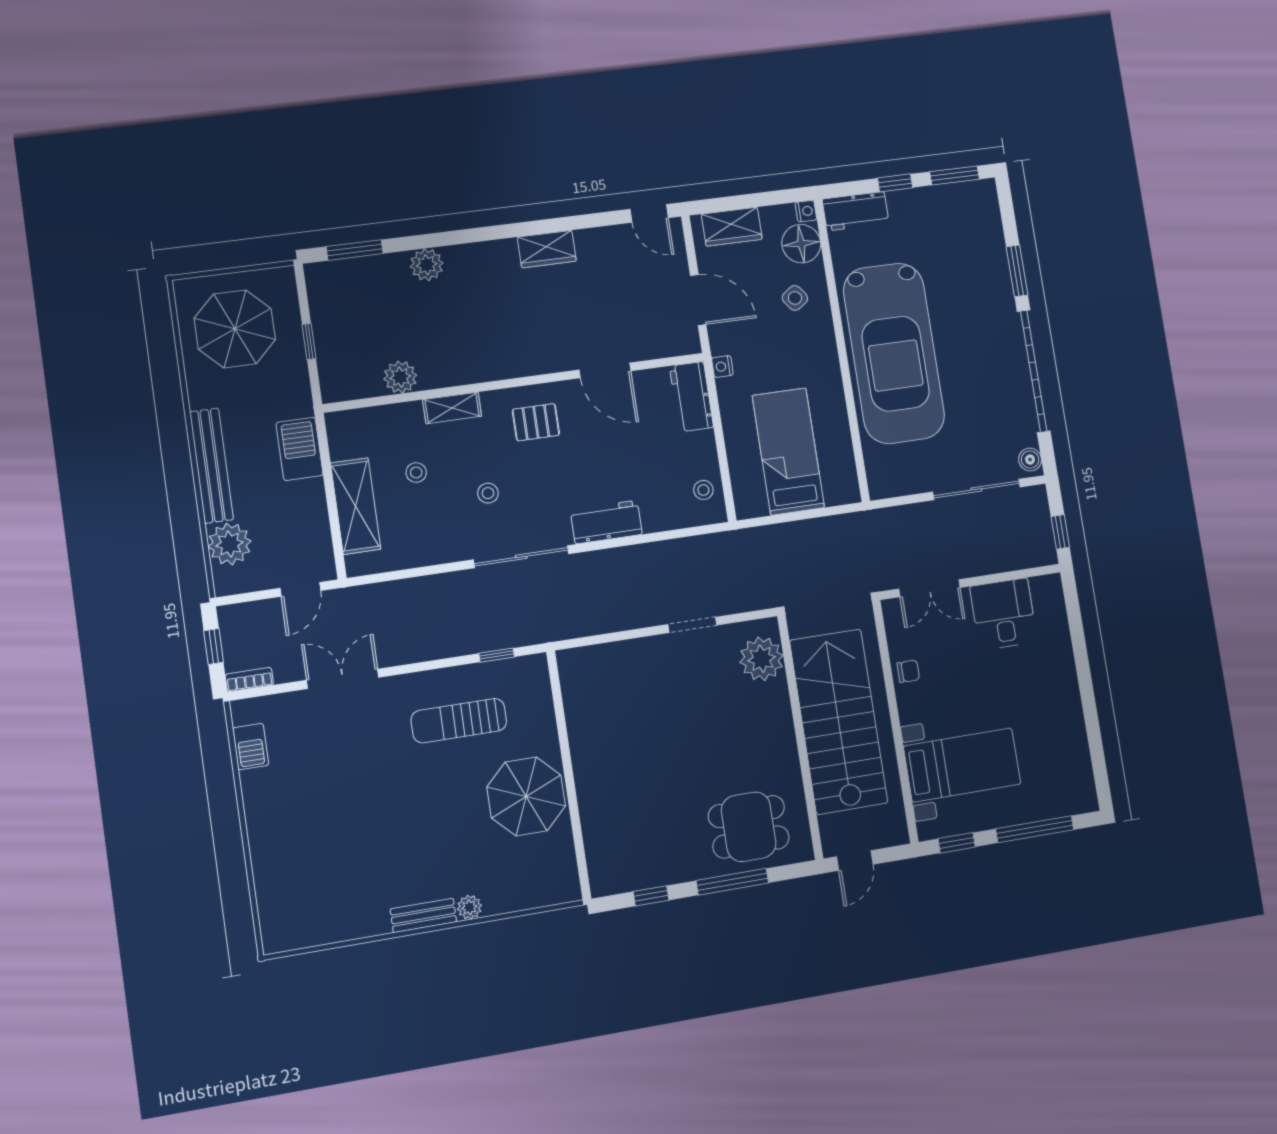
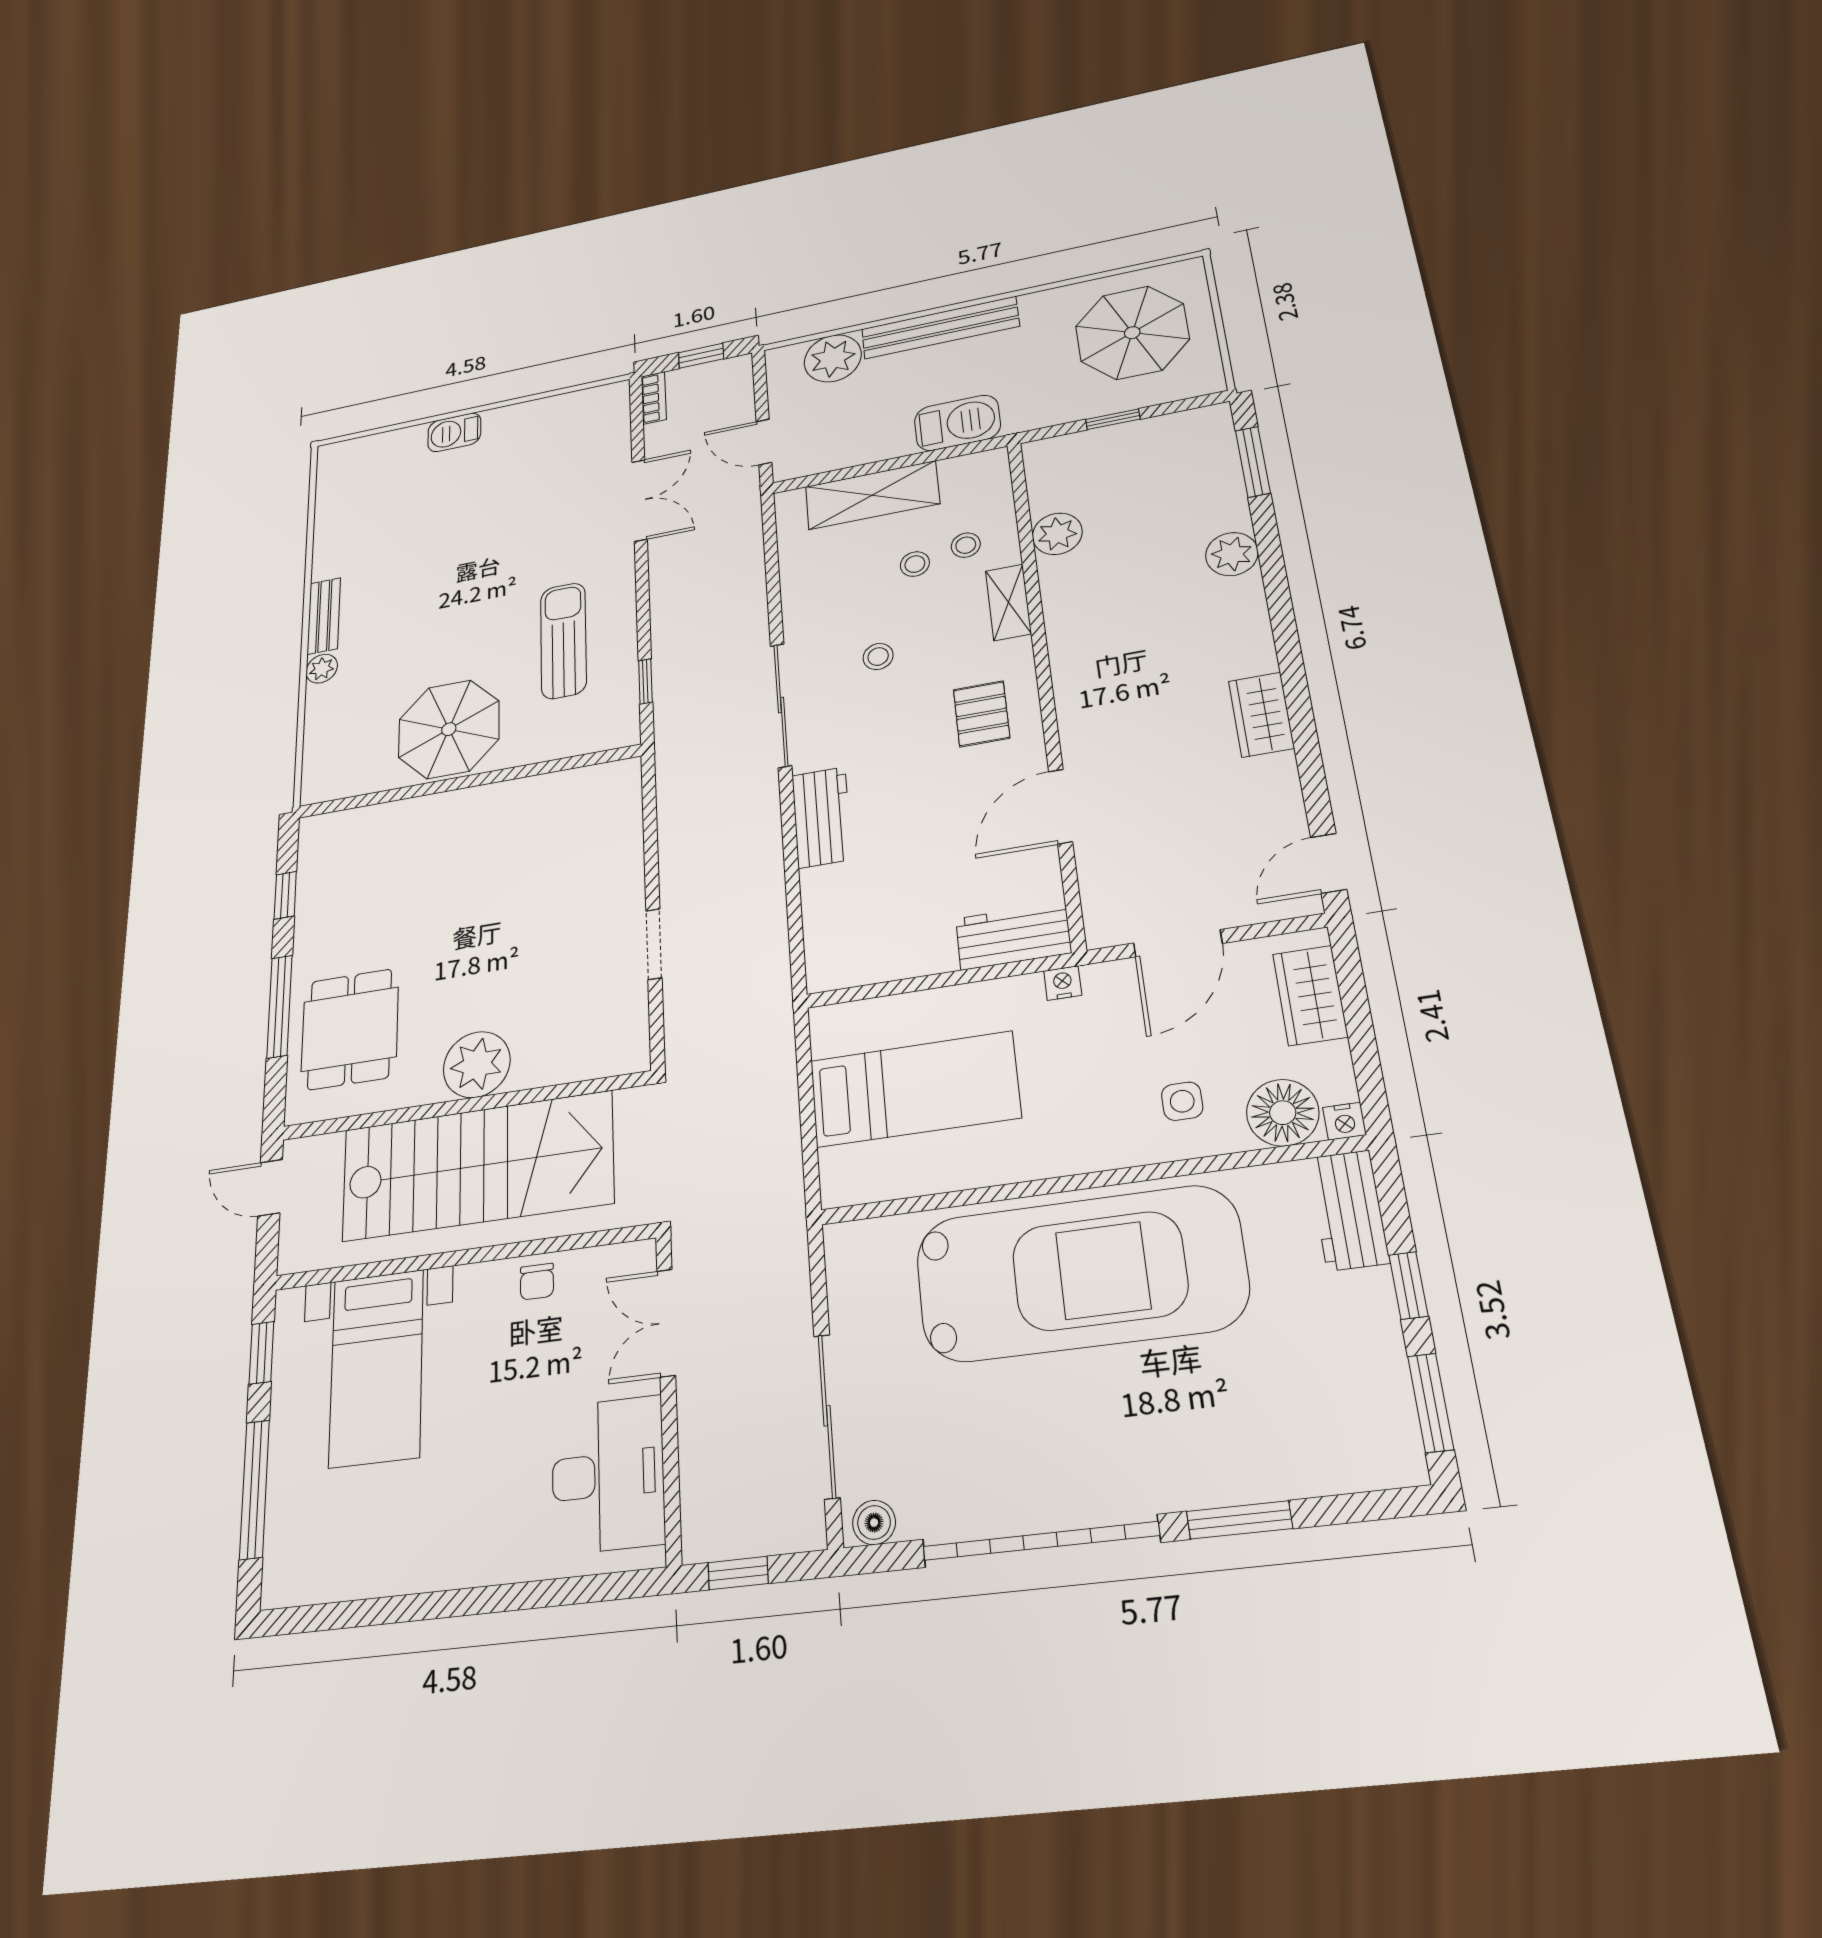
side table: (795, 298) -> (1182, 1101), turned 36
car: (894, 353) -> (1080, 1273), turned 180
stool: (703, 490) -> (966, 545), moved
desk: (1004, 614) -> (608, 1475), width x1.37
plant: (762, 659) -> (477, 1065), moved
barbecue: (251, 747) -> (454, 432), moved

